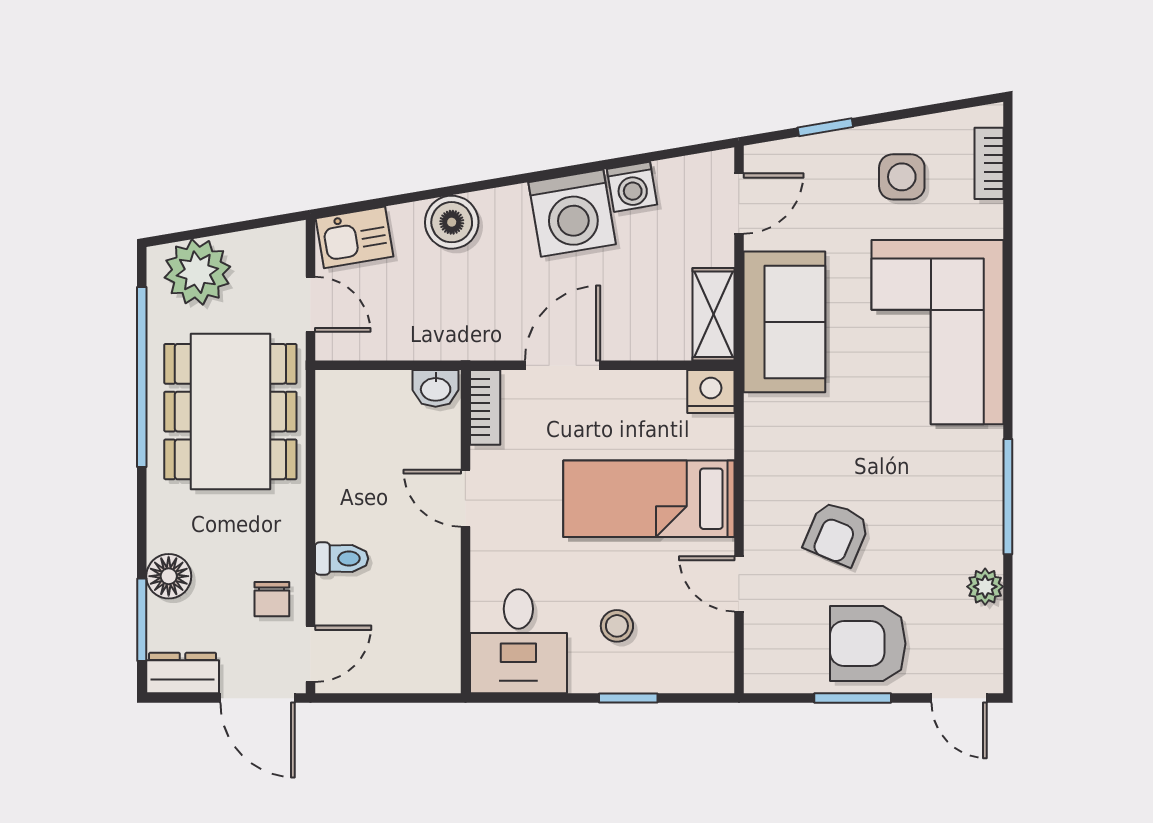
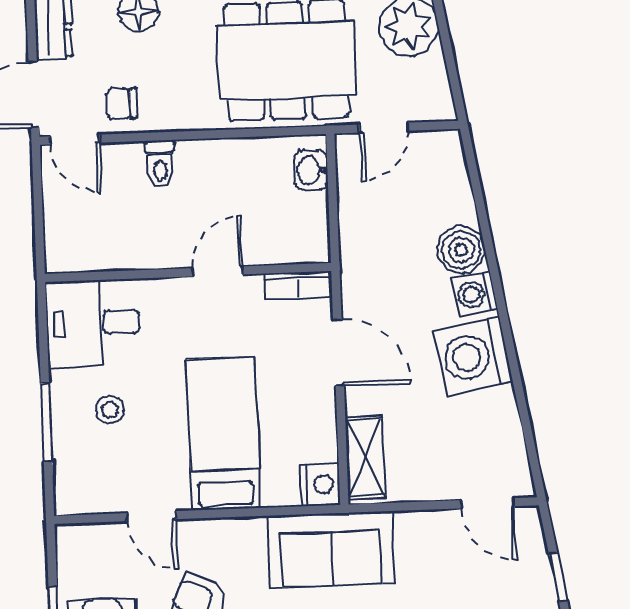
washing machine: (632, 187) -> (475, 294), moved
kitchen sink: (355, 237) -> (445, 164), removed
shelving: (714, 314) -> (365, 457), moved, turned 90
sofa: (784, 322) -> (331, 549), moved
washbasin: (436, 388) -> (311, 170), moved
door: (739, 584) -> (151, 516), swing flipped
window: (628, 698) -> (46, 422), width x1.50

